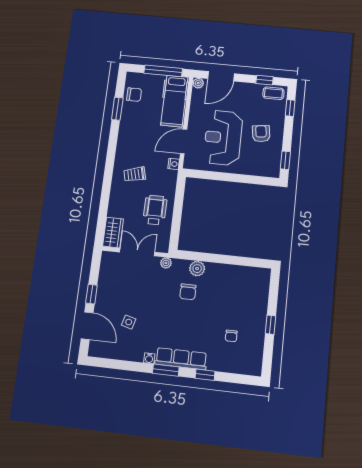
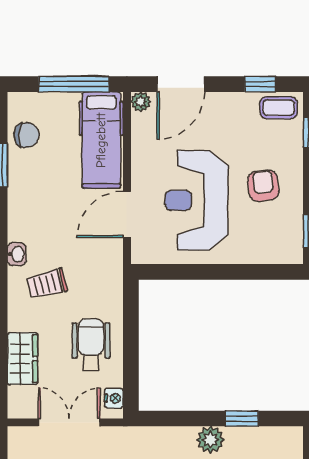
washbasin: (120, 157) -> (17, 254), added
nightstand: (174, 164) -> (114, 398), moved
wardrobe: (113, 233) -> (22, 359), moved
window: (236, 261) -> (242, 419), added
plant: (166, 263) -> (121, 436), removed
plant: (197, 269) -> (210, 440), moved

